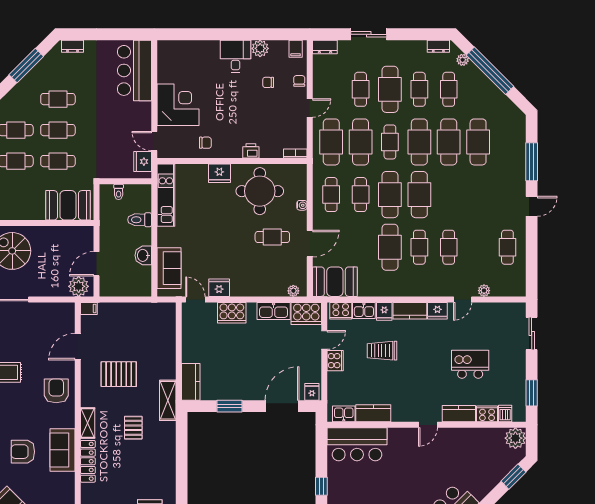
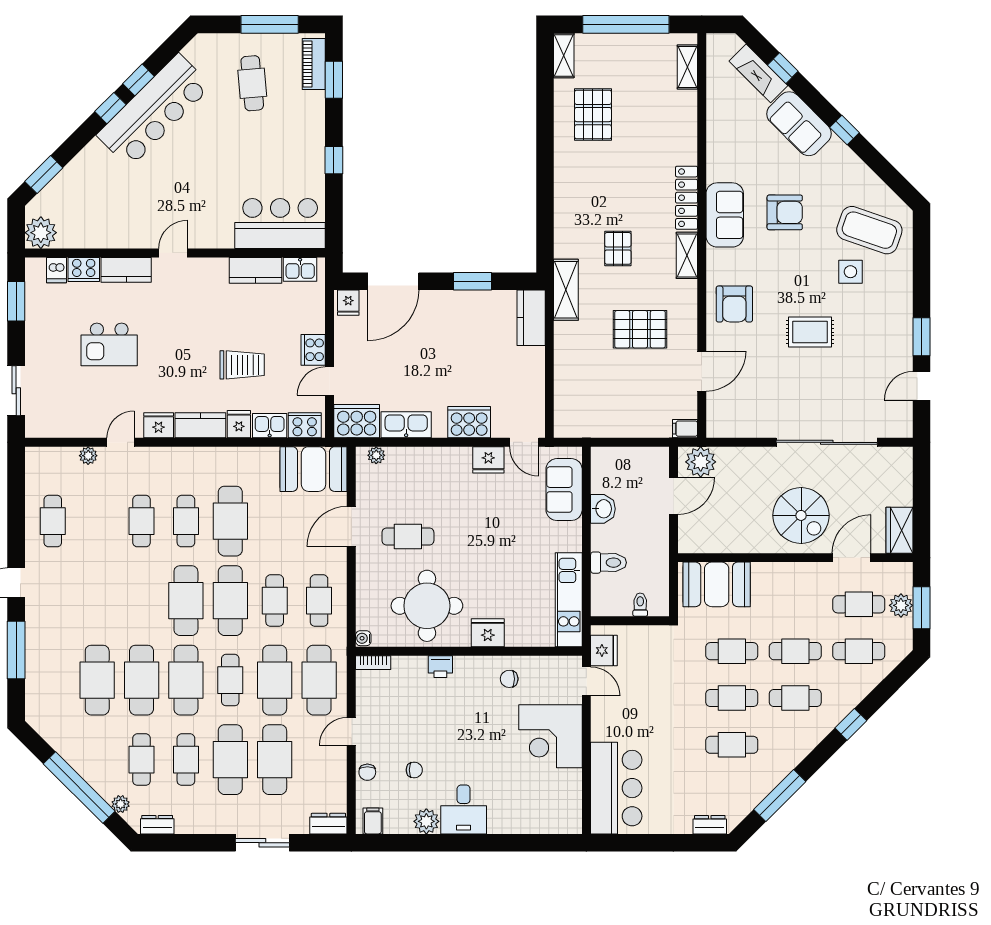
cafe table: (361, 89) -> (275, 760), width x1.37, depth x1.35
water cooler: (302, 205) -> (363, 638), moved

